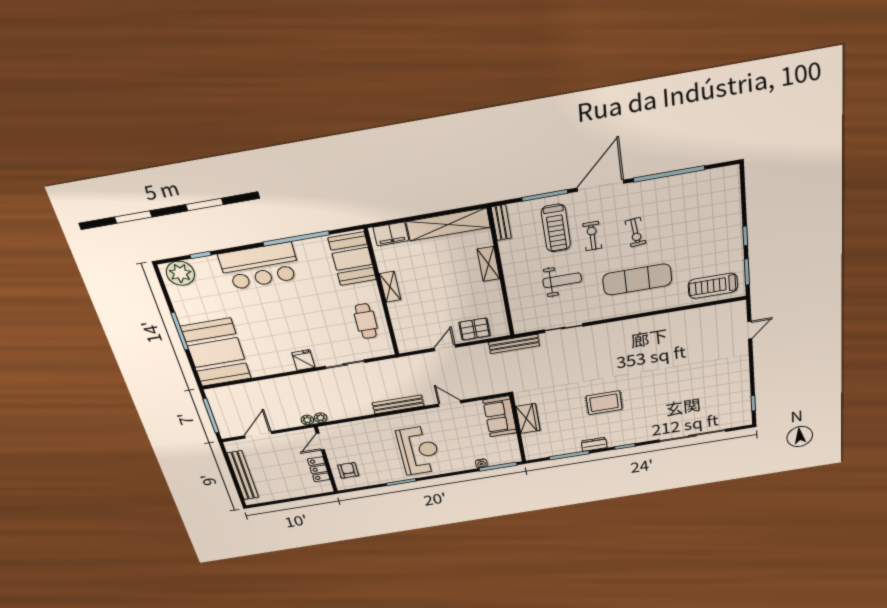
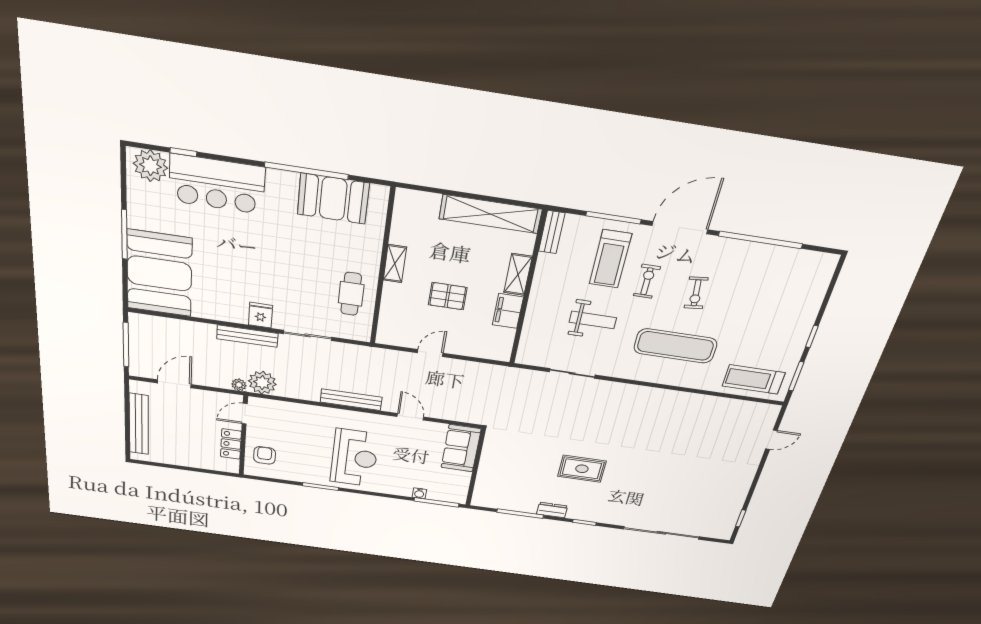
filing cabinet: (391, 234) -> (508, 311), moved, turned 90
booth: (352, 259) -> (333, 199), moved, turned 90
bar counter: (260, 266) -> (217, 184), moved
pallet: (475, 329) -> (448, 296), moved
bench: (514, 344) -> (247, 336), moved
plant: (321, 418) -> (262, 383), width x1.88, depth x1.88
wardrobe: (528, 418) -> (491, 460), removed

